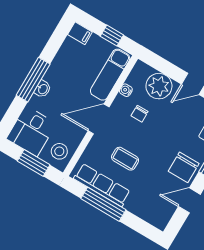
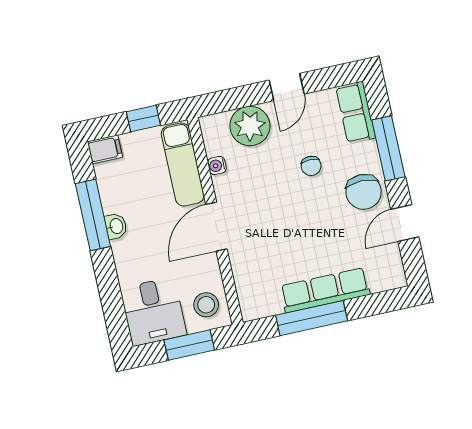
window: (33, 80) -> (93, 215), moved
washbasin: (43, 89) -> (116, 226), moved
chair: (140, 114) -> (311, 166), moved
coffee table: (125, 159) -> (288, 244), removed
row of seats: (102, 185) -> (325, 290), moved

